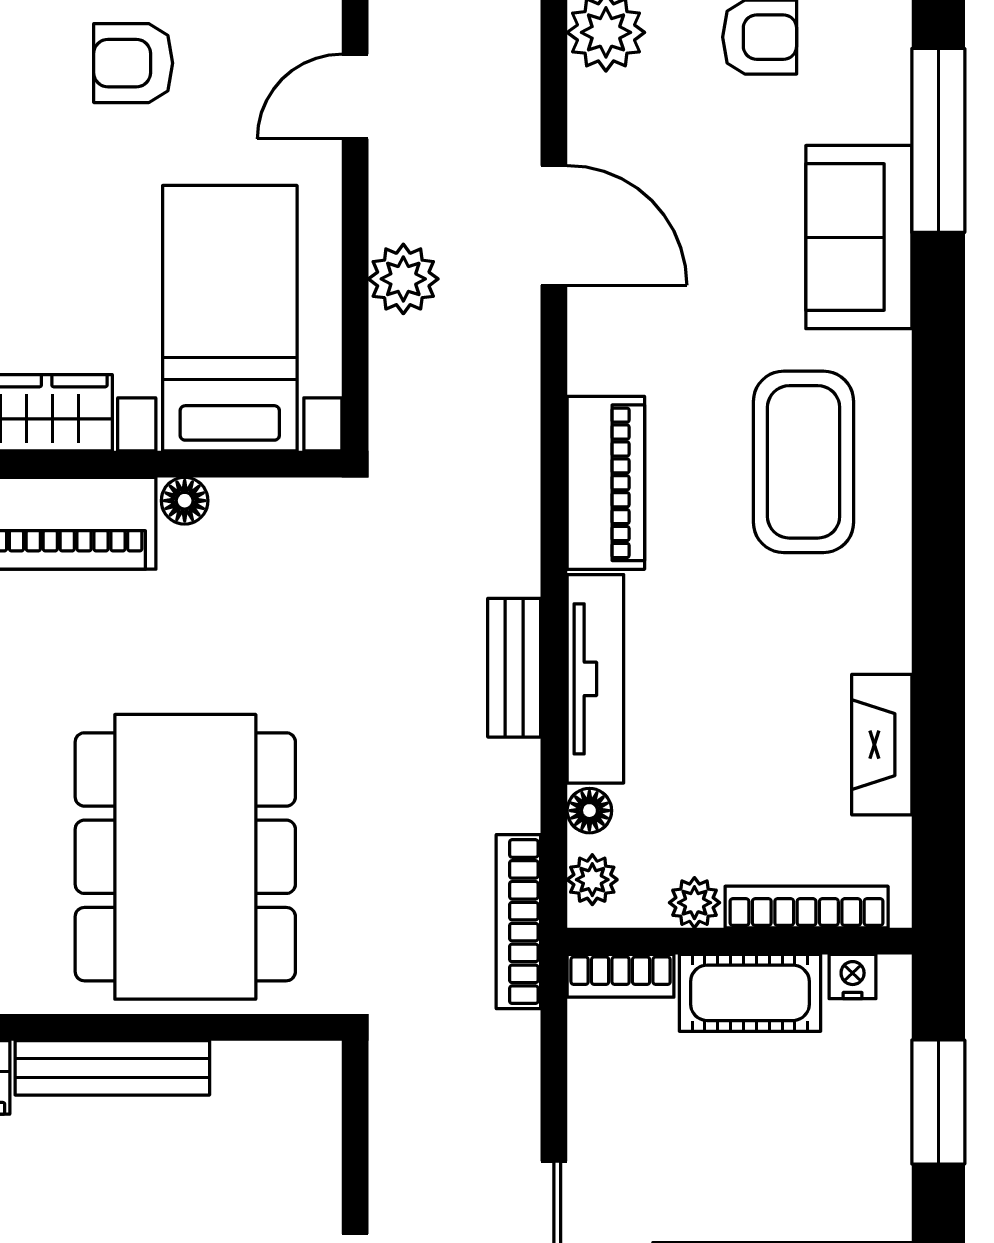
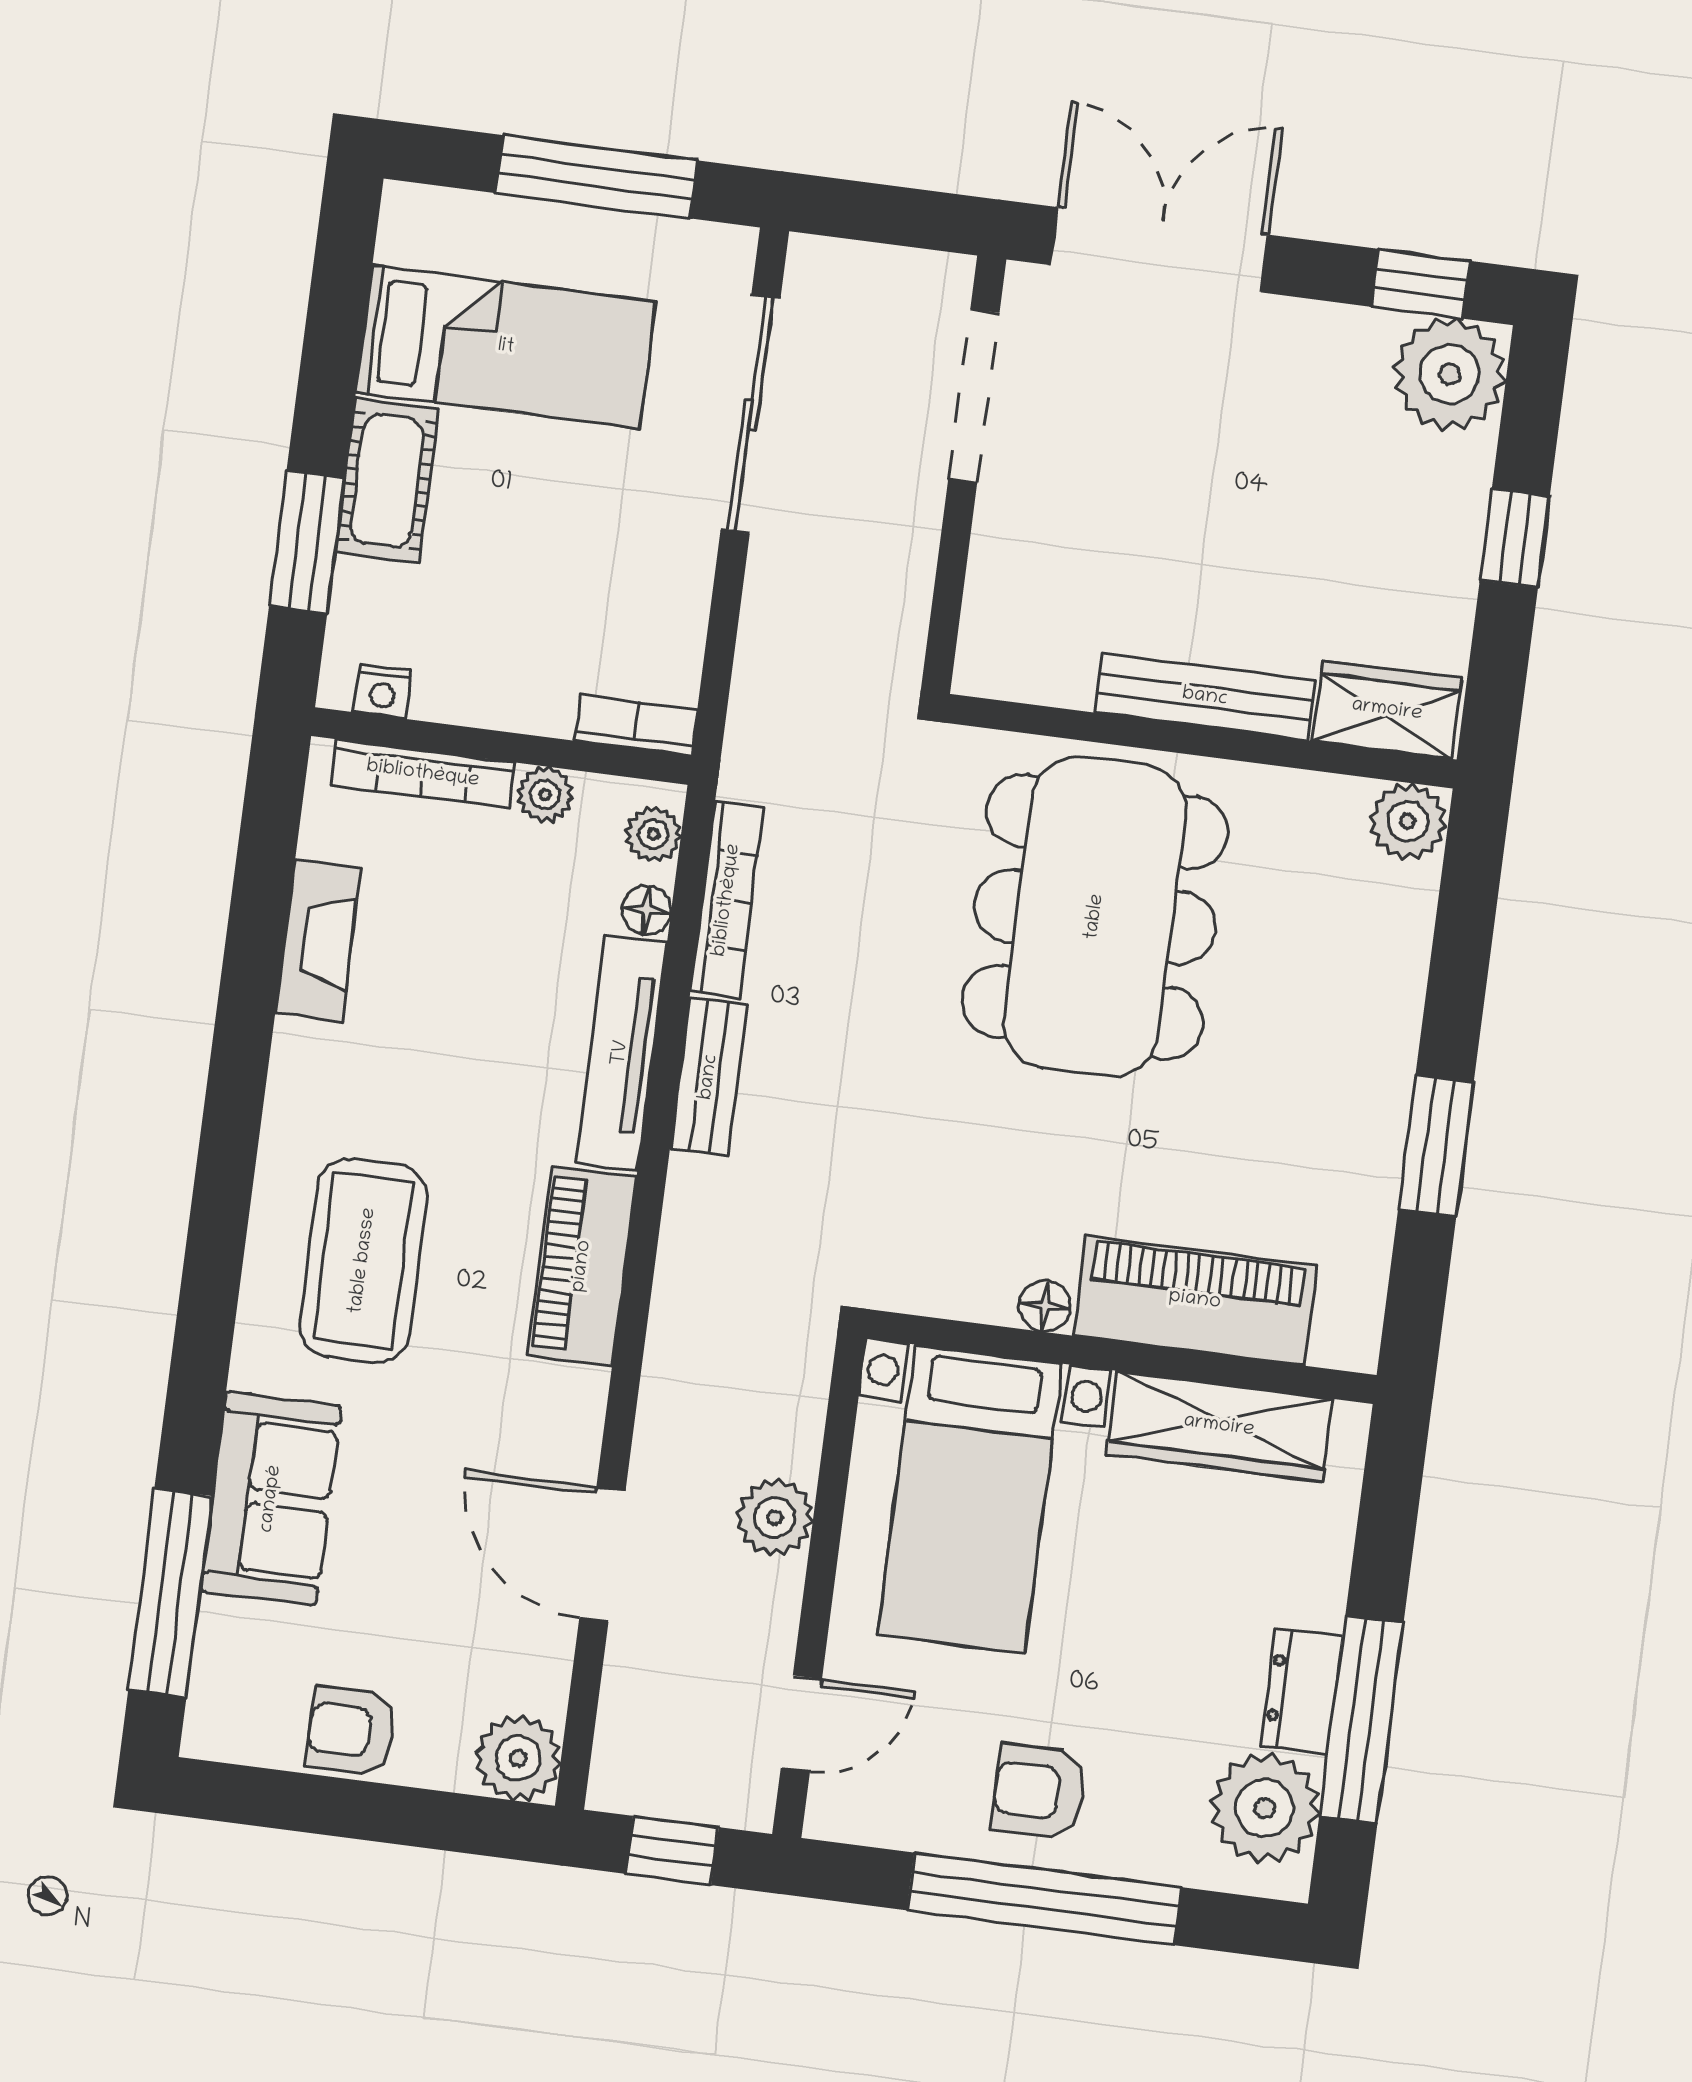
armchair: (133, 63) -> (1039, 1792), turned 180
bookcase: (518, 922) -> (727, 900), moved
cot: (750, 993) -> (387, 481), moved, turned 90

